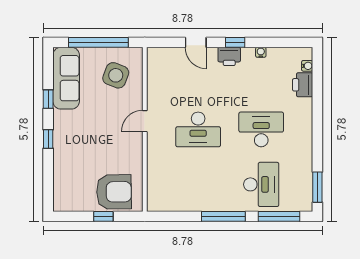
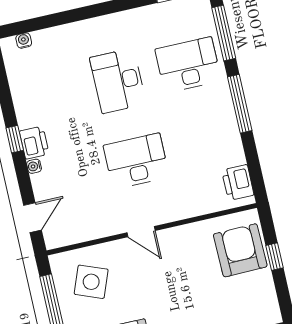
door: (196, 42) -> (33, 218), moved
water cooler: (261, 52) -> (34, 166), moved
printer: (303, 85) -> (238, 183), moved, turned 90
desk: (198, 129) -> (136, 161), turned -90

